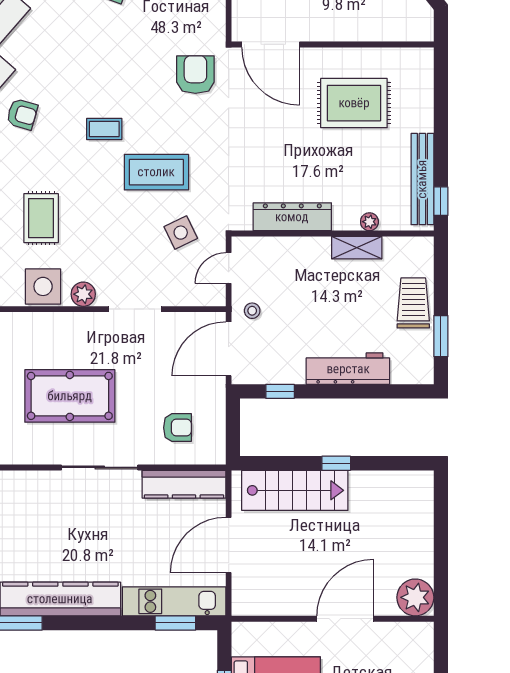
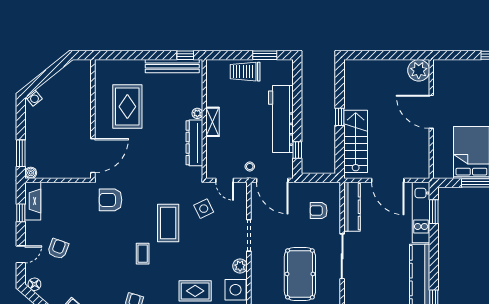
plant: (369, 222) -> (197, 113), moved
shelving: (357, 248) -> (213, 122), moved
workbench: (348, 369) -> (281, 119), width x1.36, depth x1.32
armchair: (177, 428) -> (319, 211), turned -90

